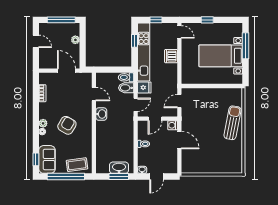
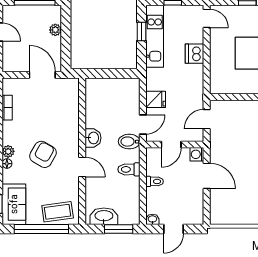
kitchen unit: (144, 52) -> (155, 36), width x0.73
toilet: (126, 77) -> (129, 169), moved
bidet: (126, 88) -> (129, 142), moved
door: (94, 94) -> (82, 167), moved
washbasin: (119, 168) -> (104, 216), moved

